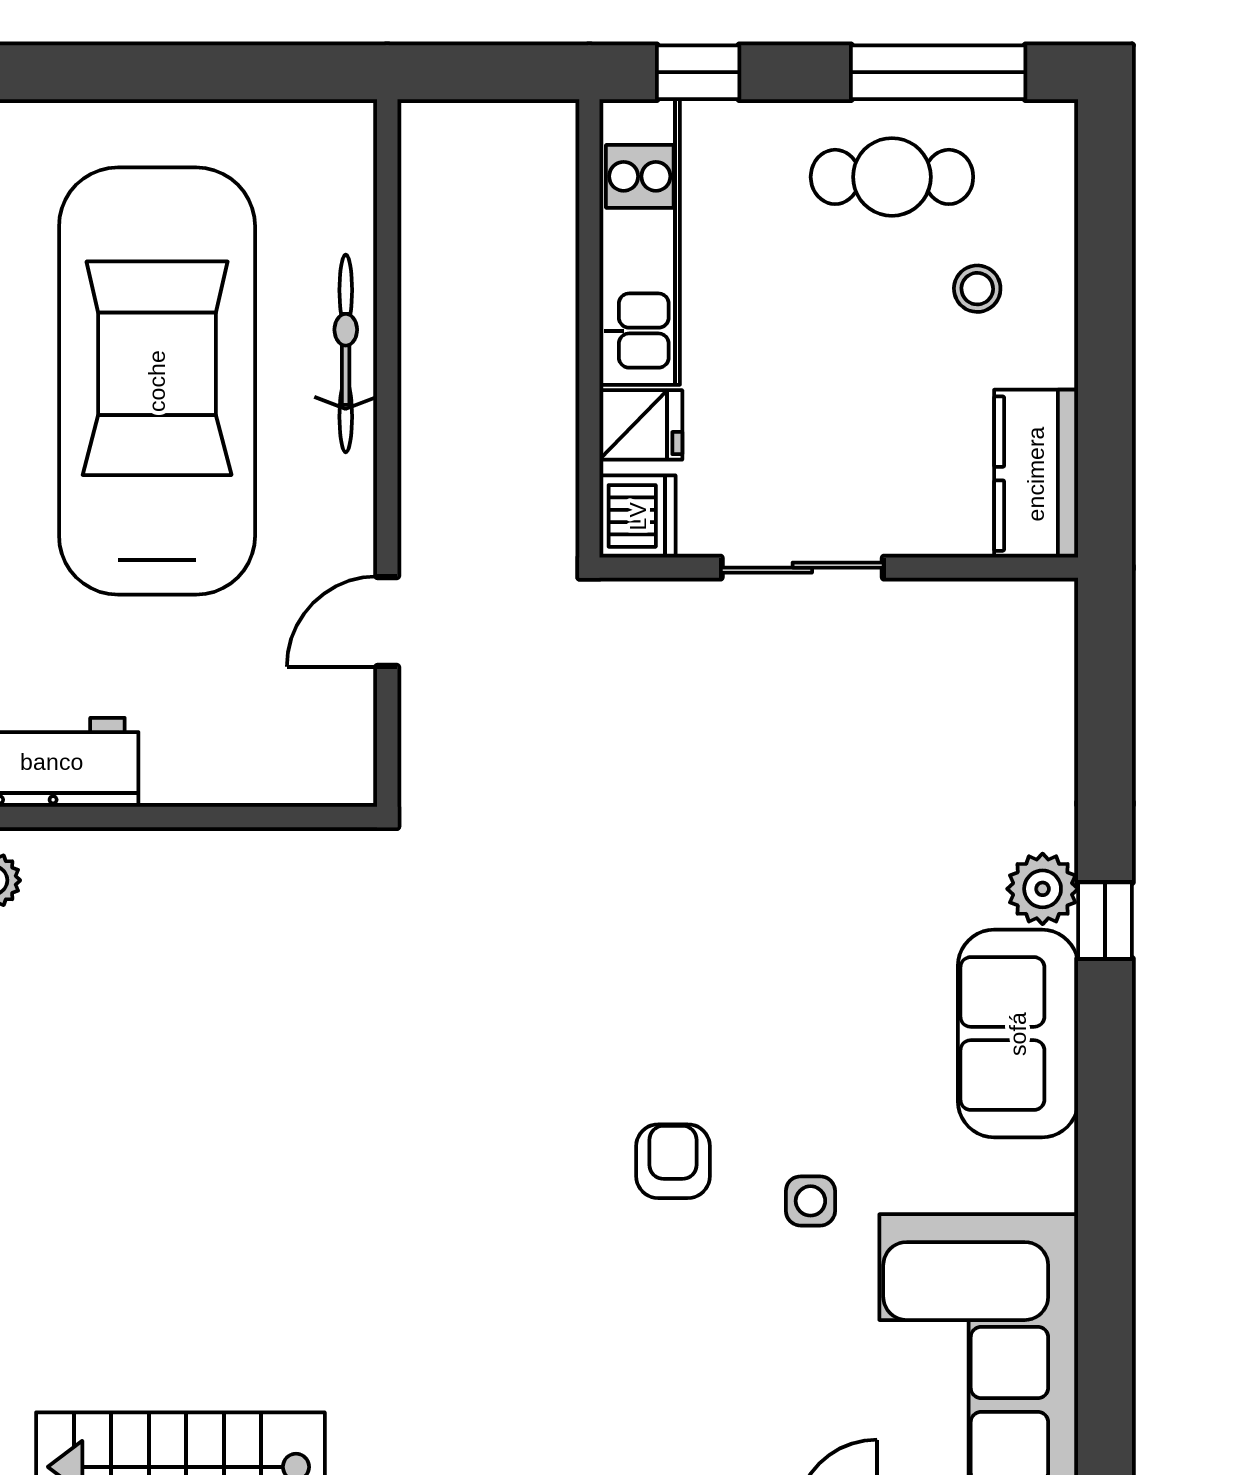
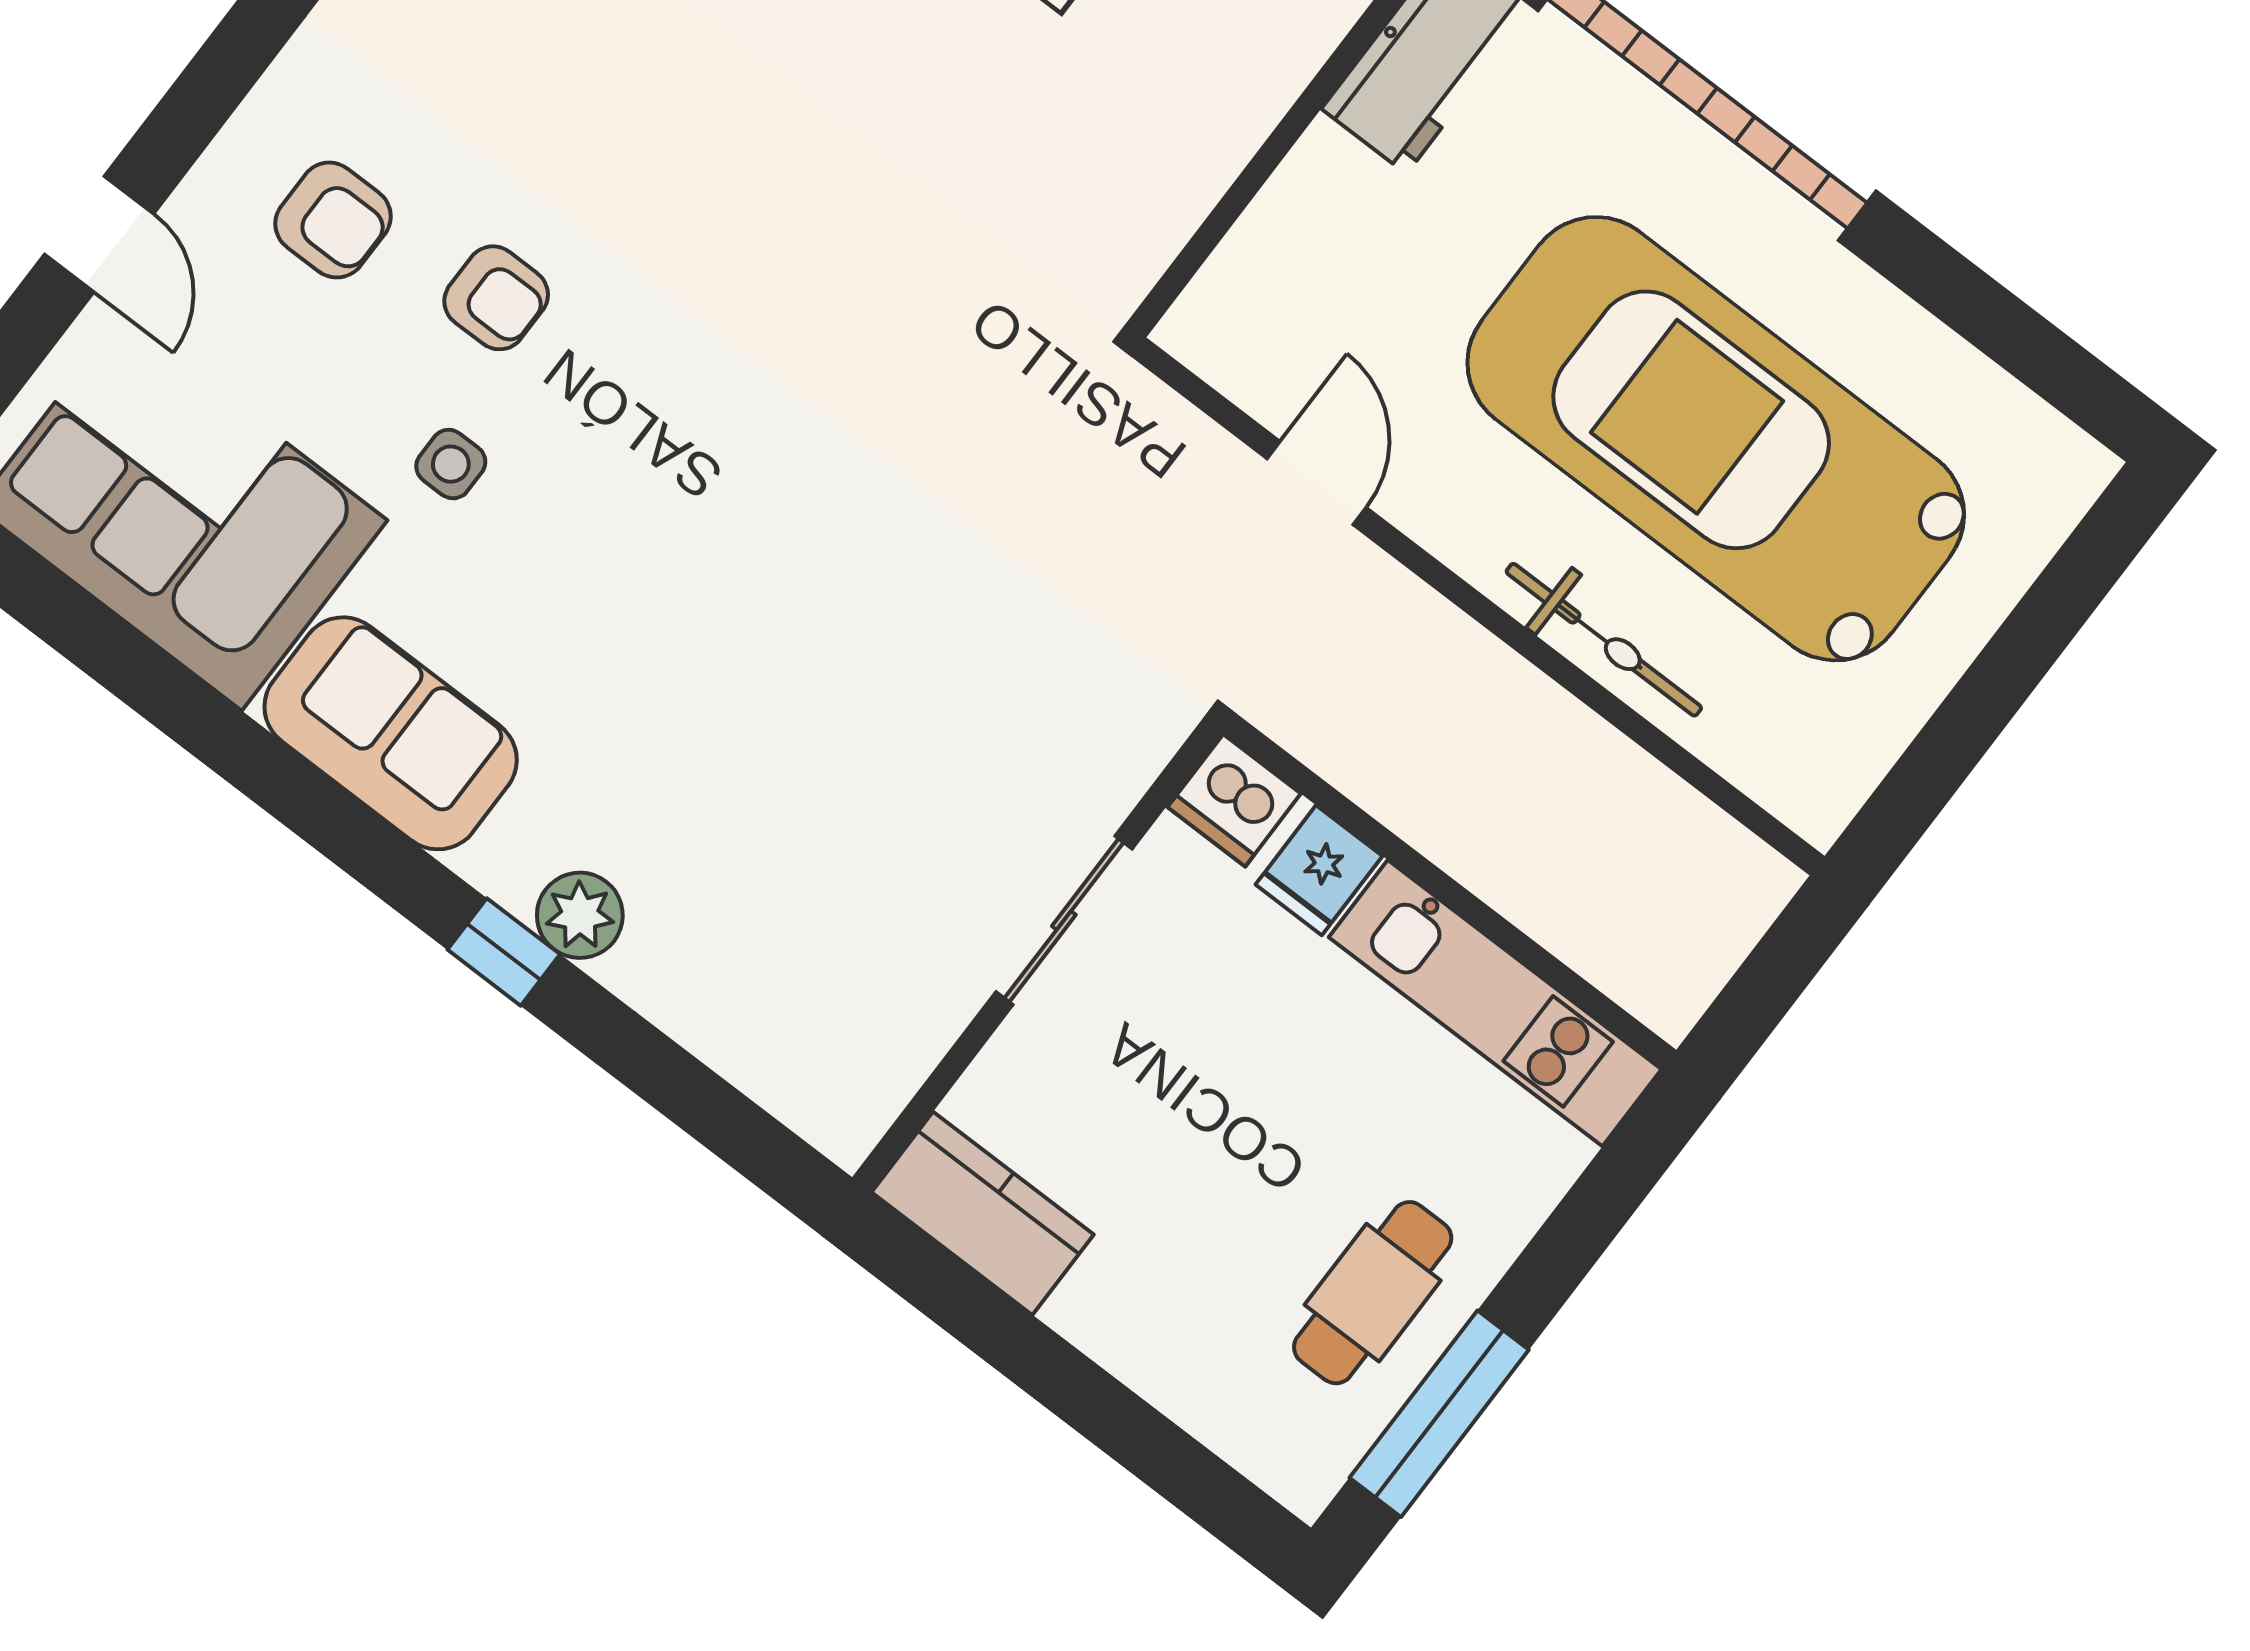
window: (698, 72) -> (1615, 1184), removed
stool: (977, 289) -> (1203, 1293), removed
car: (157, 381) -> (1716, 439), turned 180
sofa: (1018, 1034) -> (391, 733), moved
armchair: (673, 1161) -> (496, 298), moved
armchair: (709, 1401) -> (333, 220), added

